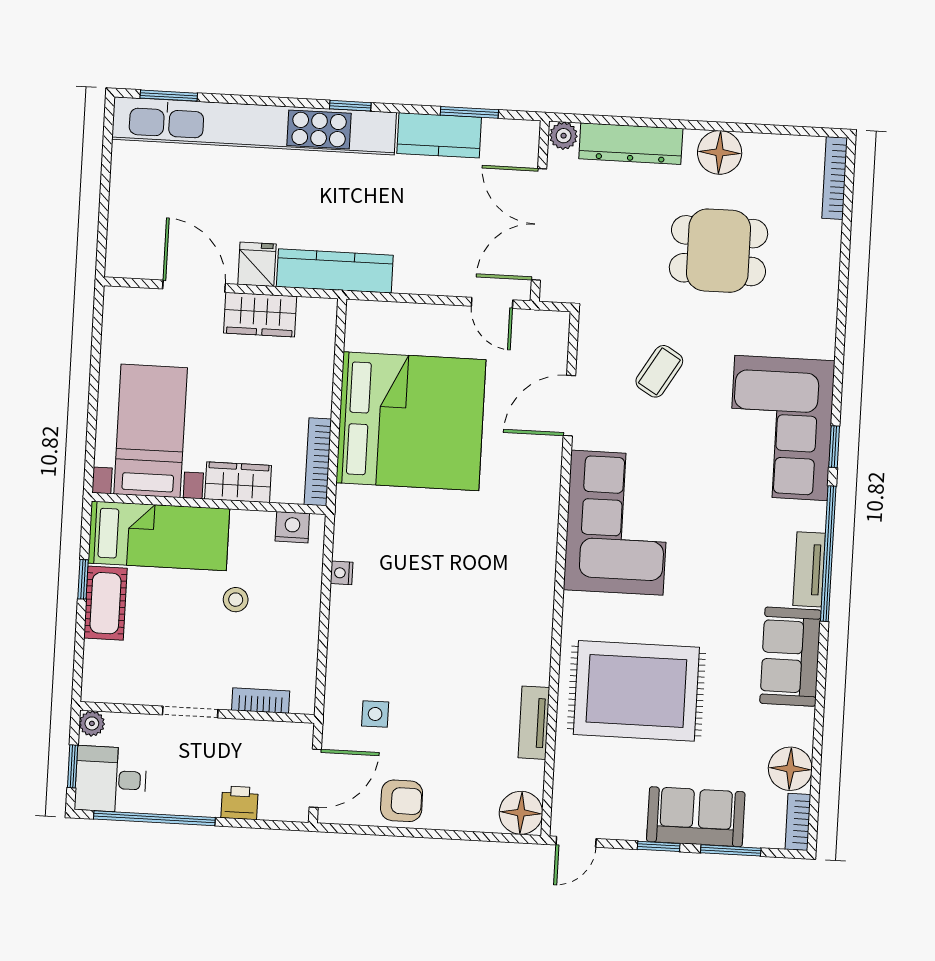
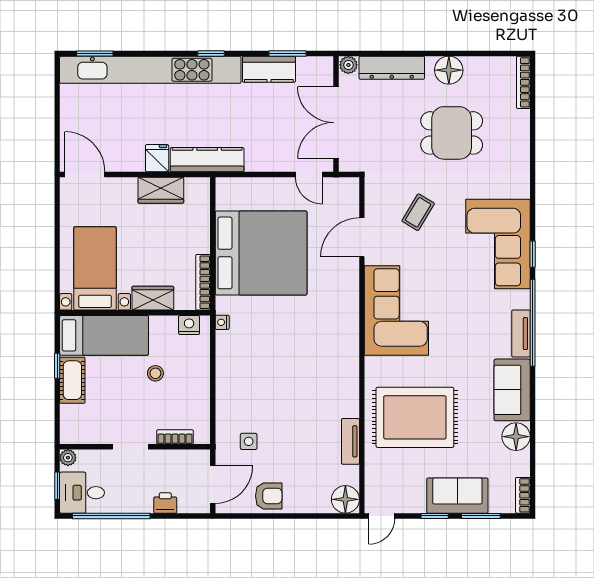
door: (194, 286) -> (85, 174), moved
nightstand: (342, 573) -> (222, 322), moved
floor lamp: (790, 769) -> (516, 437), moved

